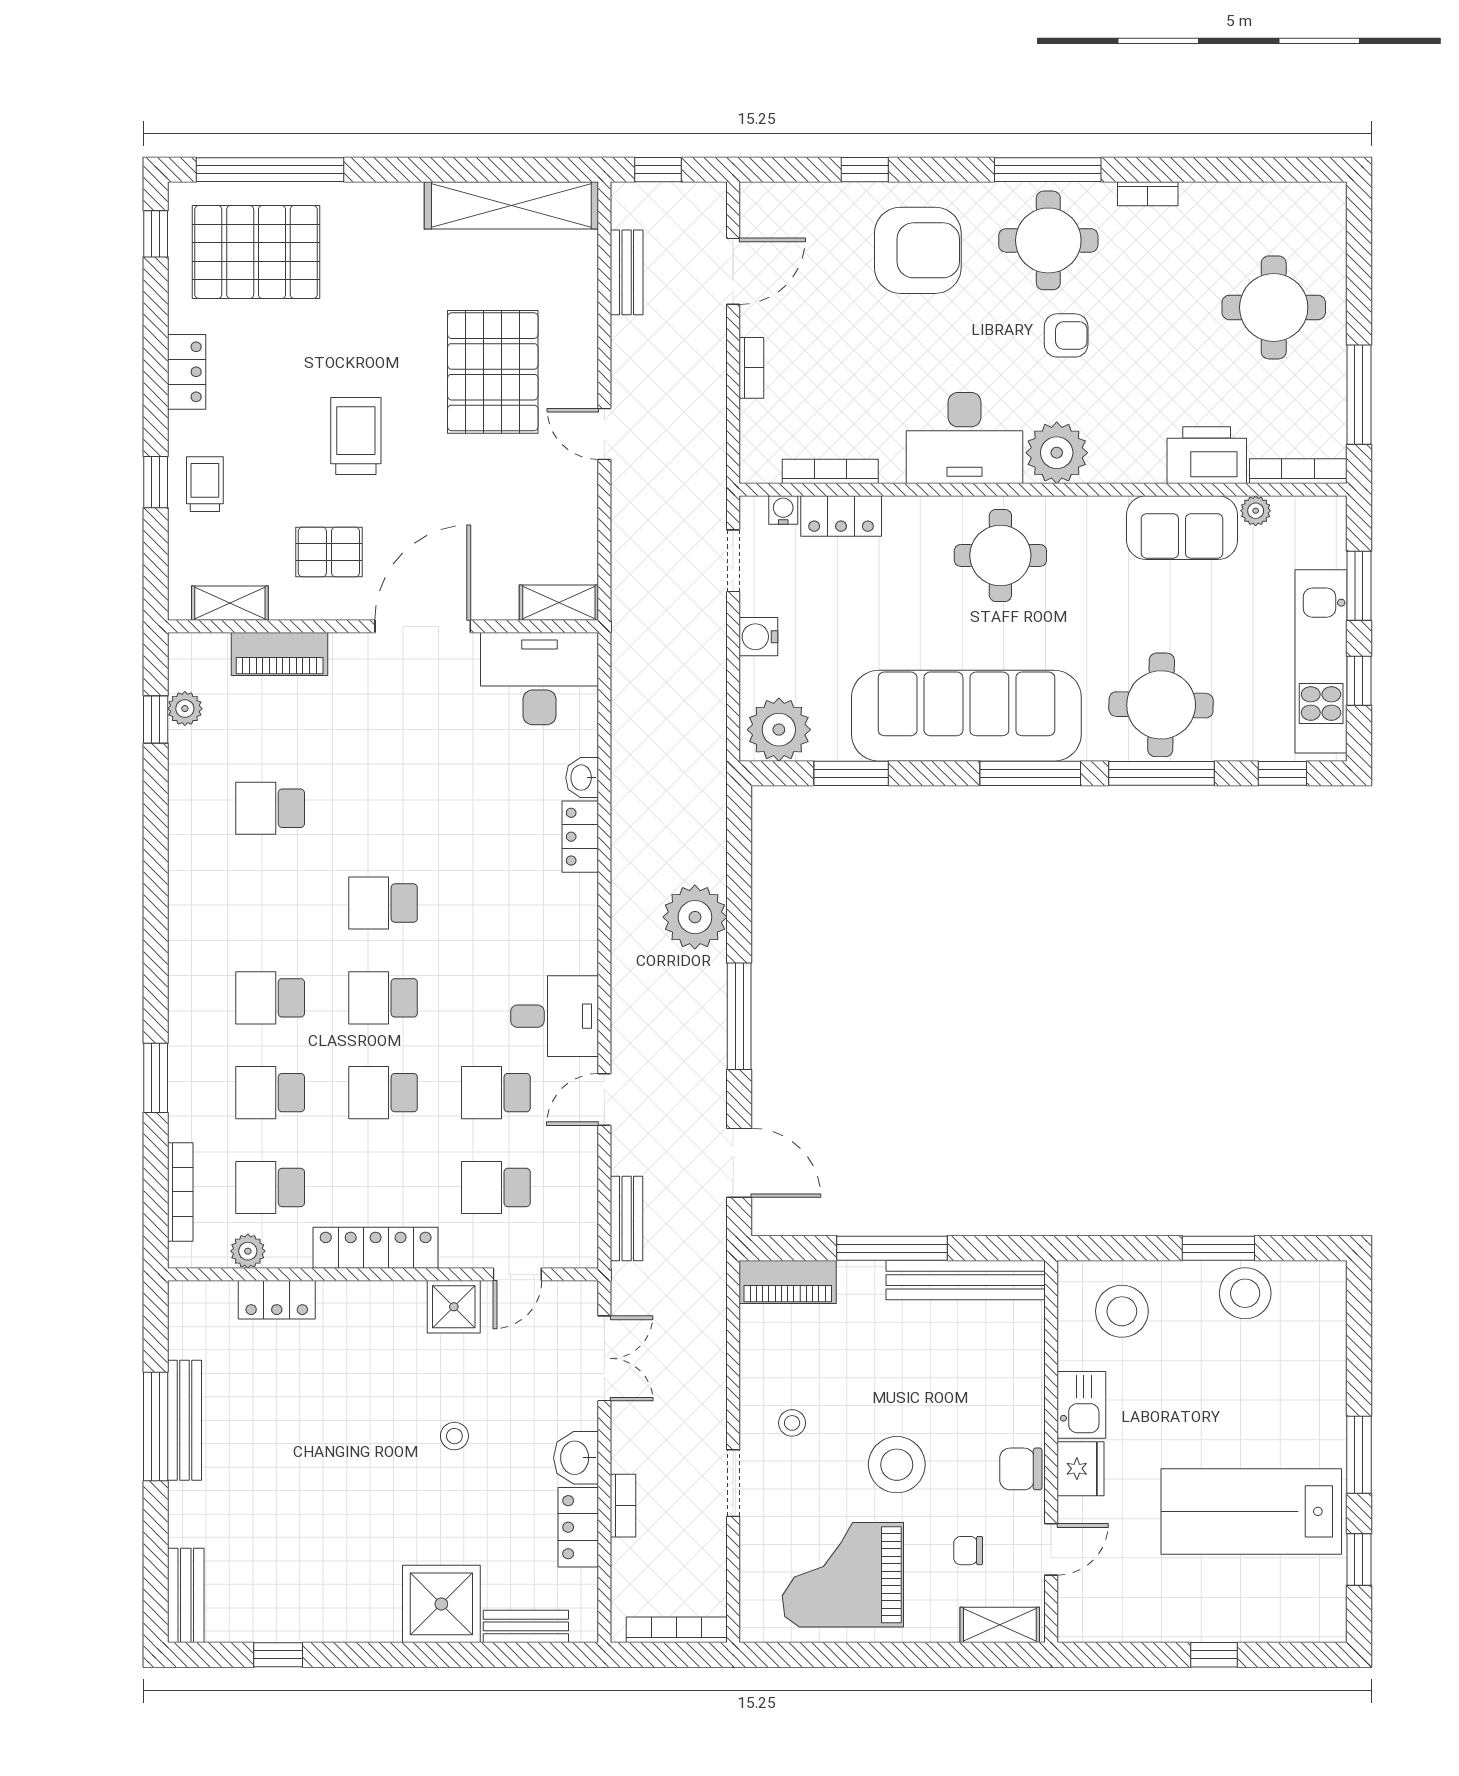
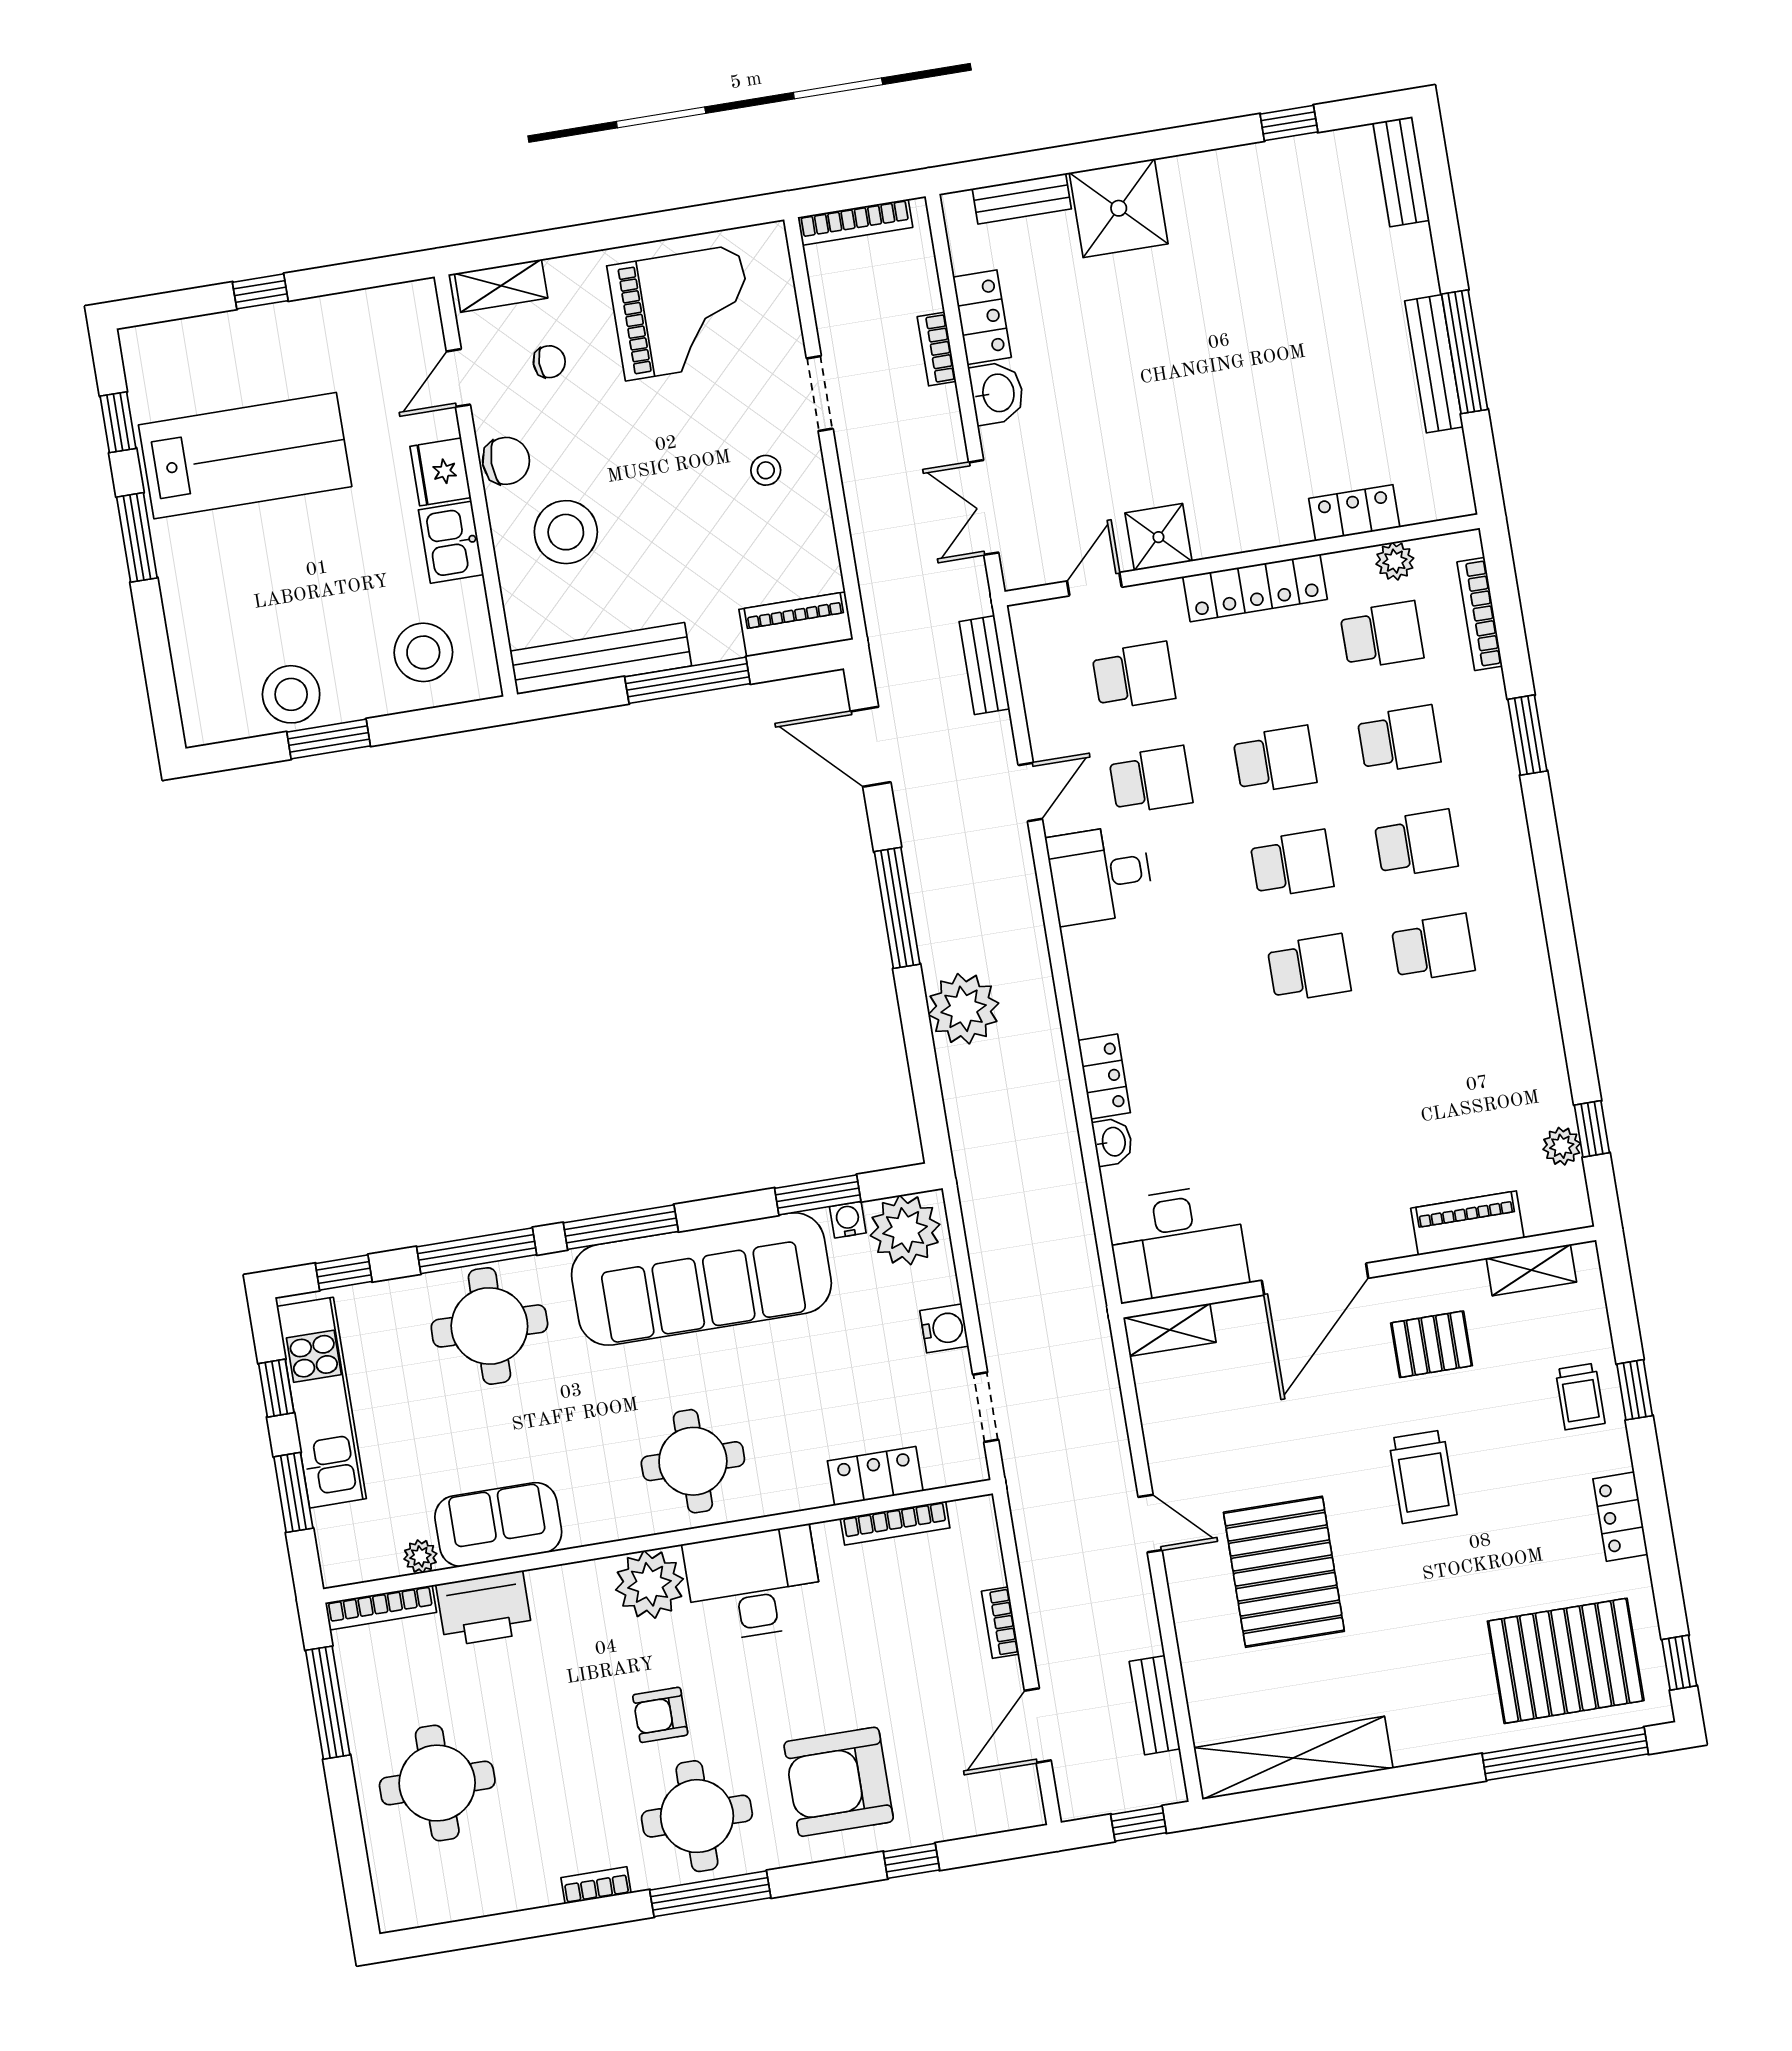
water cooler: (783, 510) -> (848, 1220), moved, turned 180
school desk: (270, 808) -> (1433, 948), moved
stool: (454, 1436) -> (1134, 395), removed
stool: (897, 1465) -> (566, 532), moved

